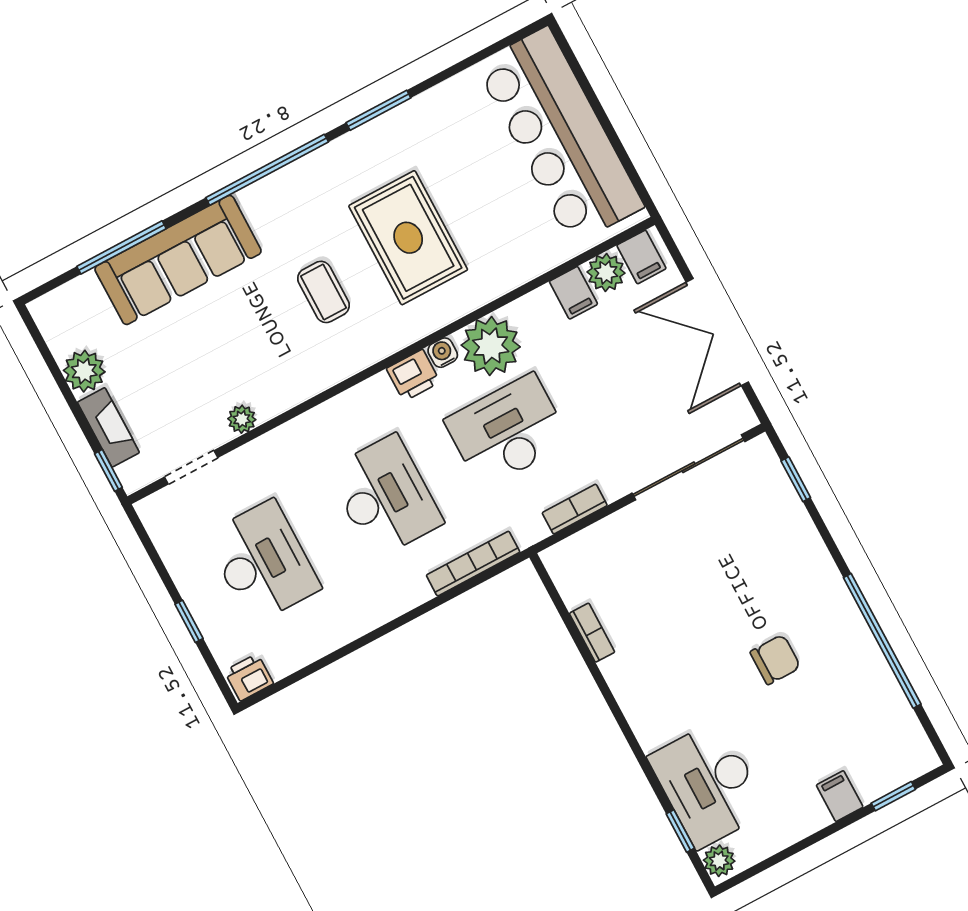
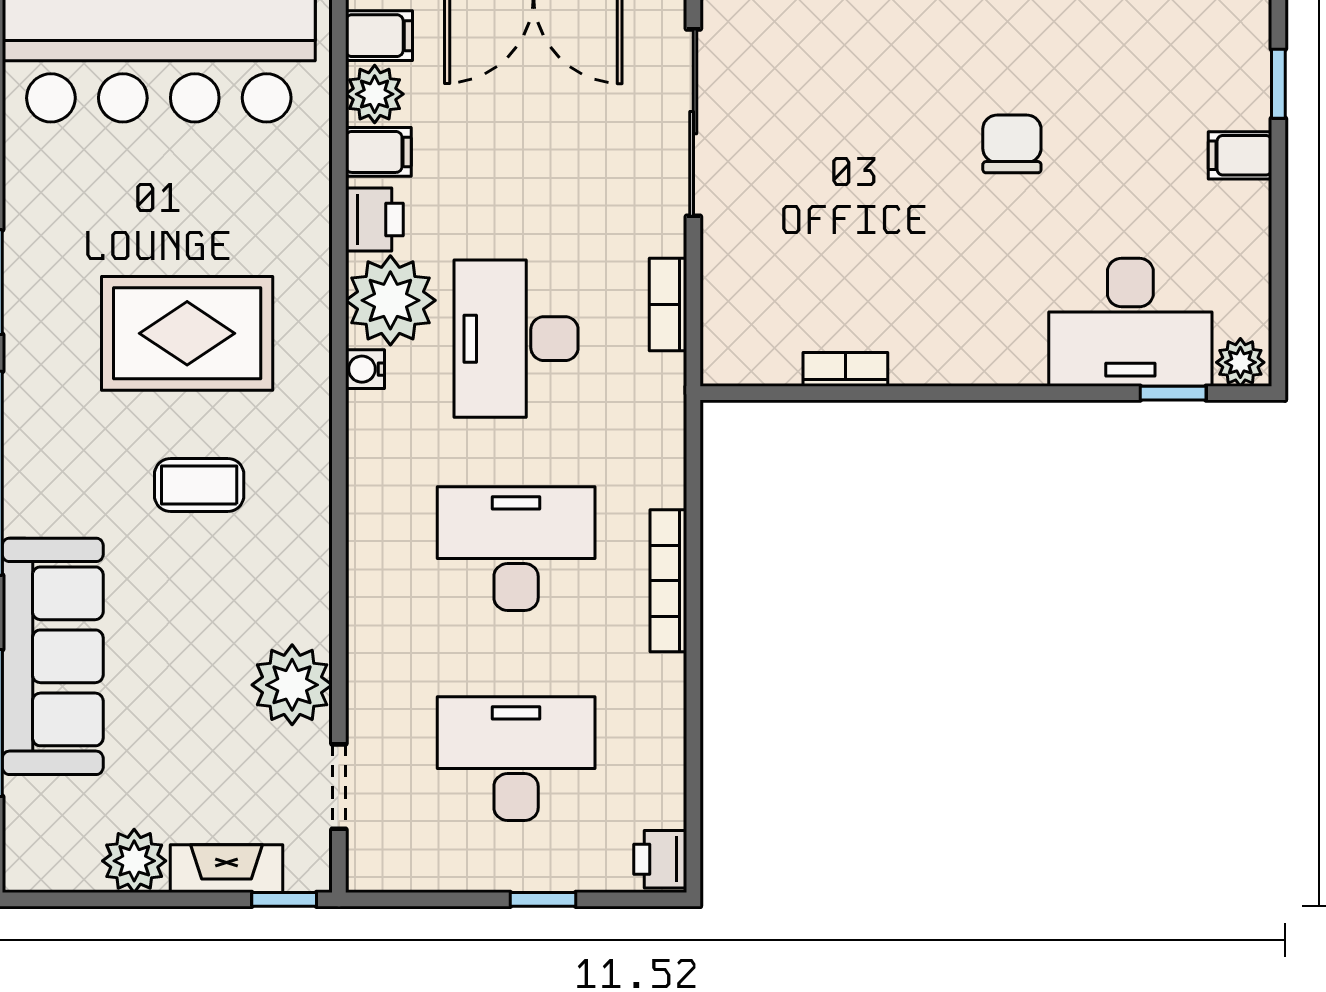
printer: (413, 375) -> (374, 219), moved
plant: (242, 419) -> (292, 685), width x1.88, depth x1.88
bookcase: (473, 564) -> (668, 581), moved

